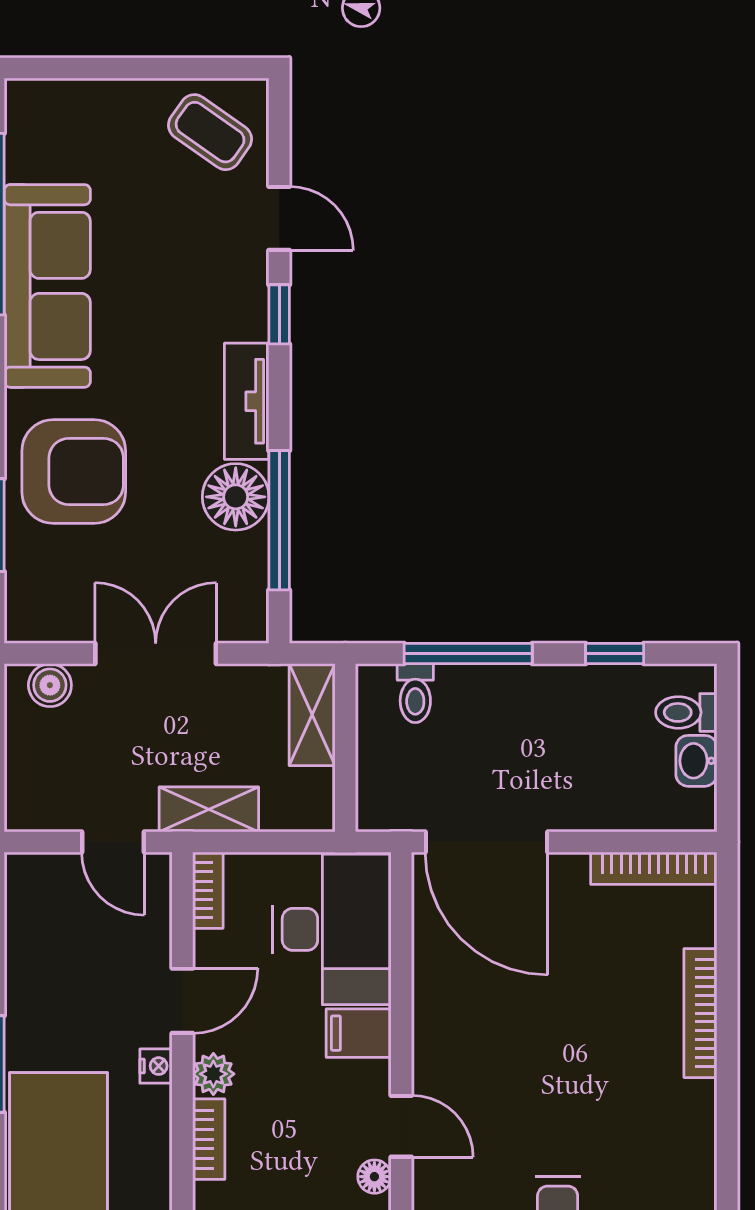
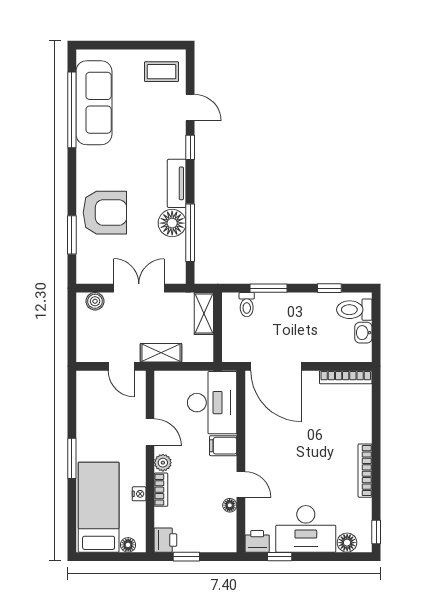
coffee table: (210, 132) -> (161, 72), turned -35
sofa: (47, 286) -> (94, 103), moved
window: (468, 654) -> (269, 288), width x0.69
toilet: (686, 712) -> (354, 310), width x1.37, depth x1.39
bookcase: (208, 890) -> (161, 386), removed
door: (182, 1001) -> (150, 432), hinge flipped
bookcase: (700, 1013) -> (365, 471), moved
nightstand: (156, 1066) -> (139, 494), moved

